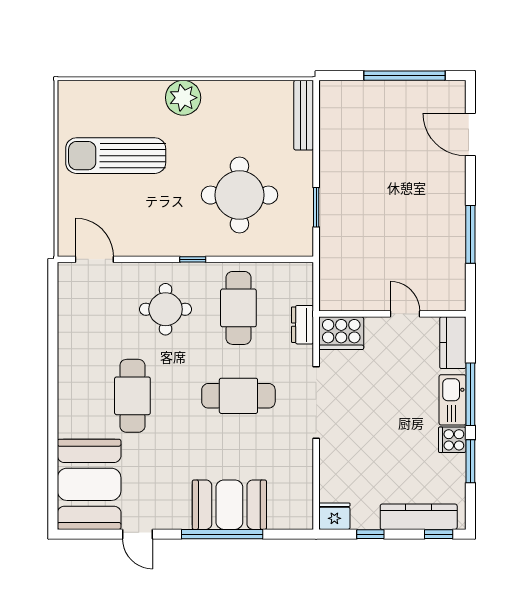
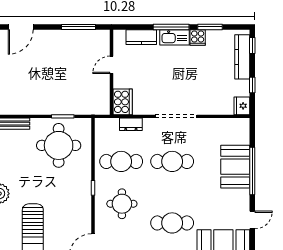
round table: (239, 195) -> (59, 145), moved
wall: (392, 314) -> (111, 72), moved
door: (405, 314) -> (111, 65), moved
cooker: (341, 333) -> (123, 102), moved
cafe table: (238, 396) -> (172, 161), turned 90

